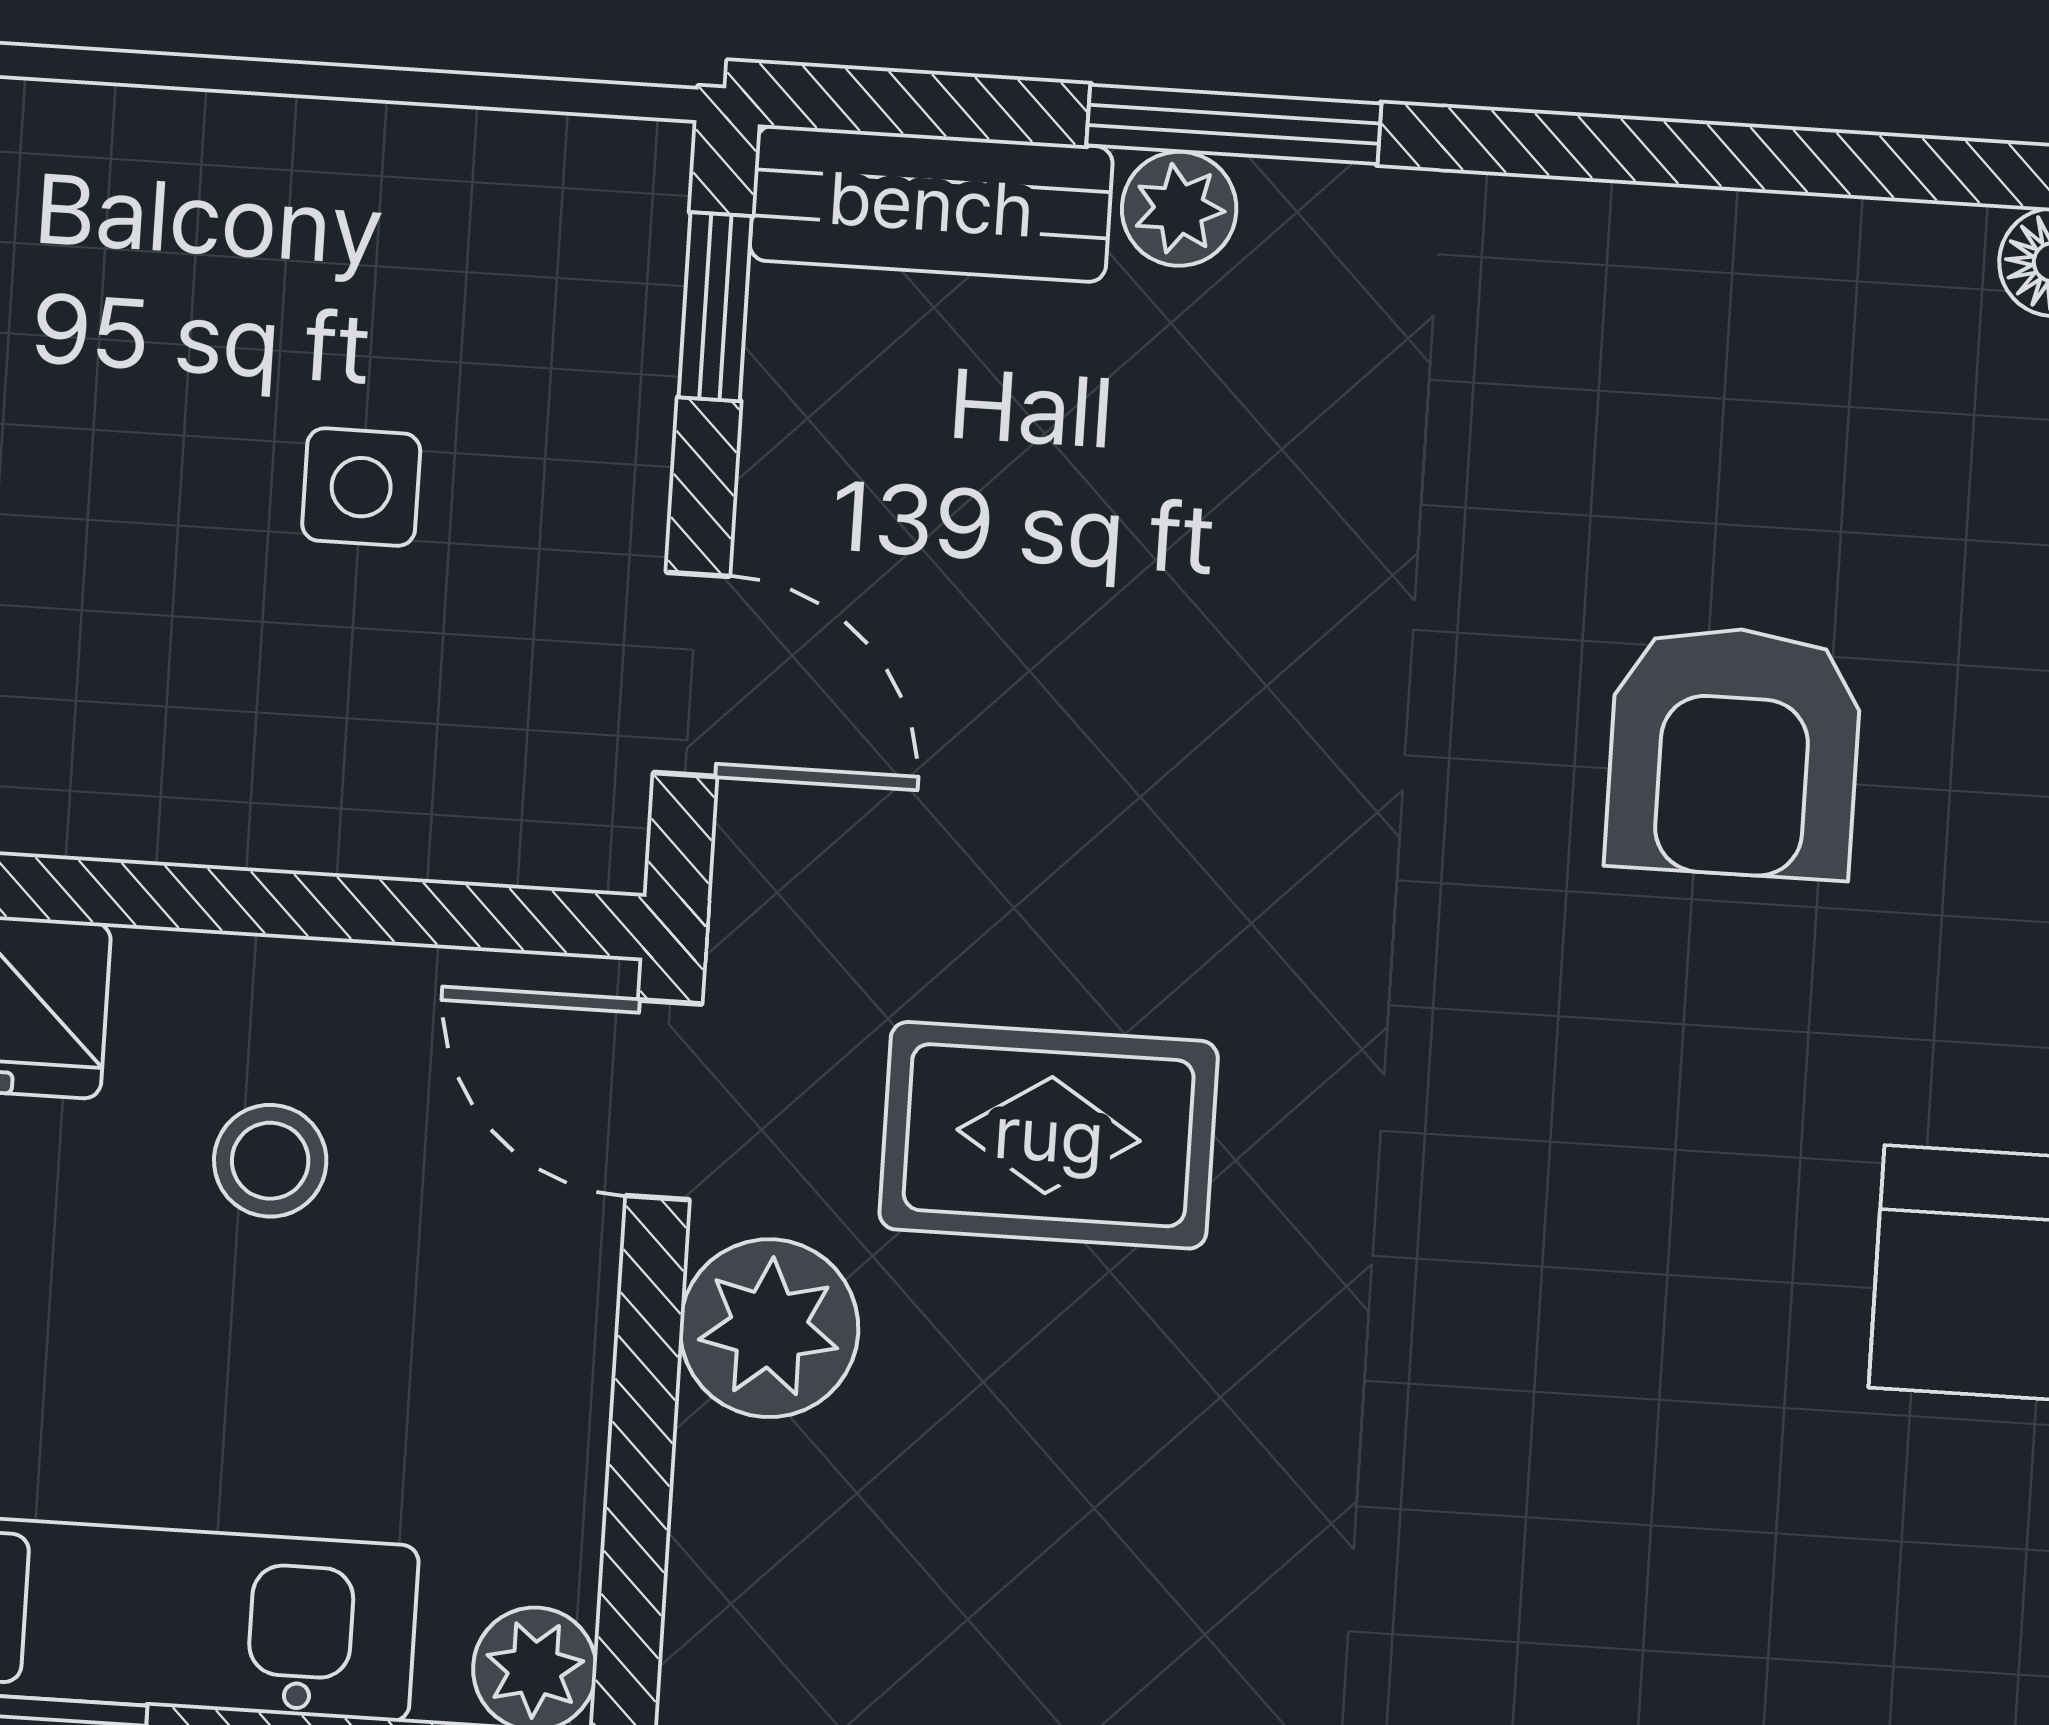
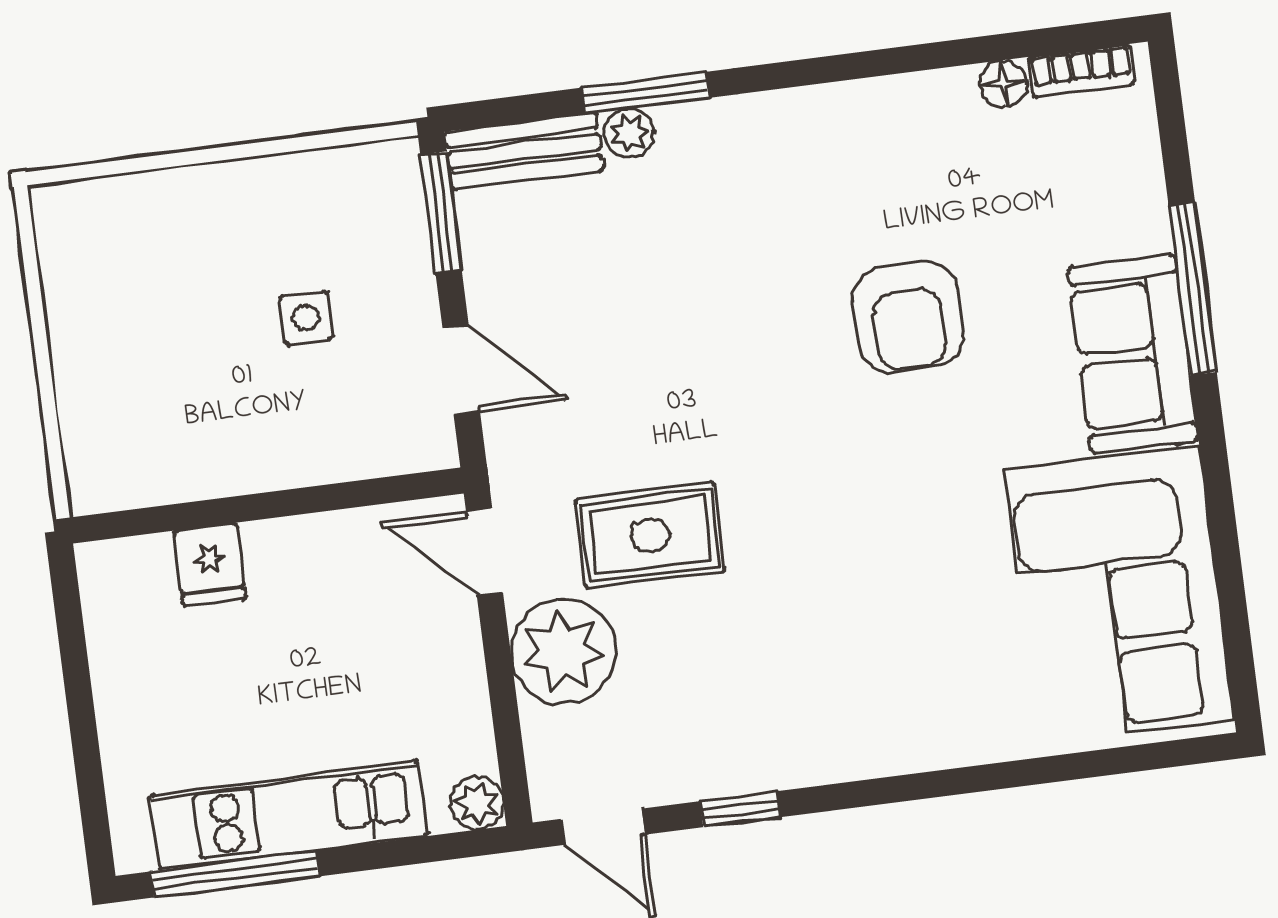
window: (715, 307) -> (441, 212), width x1.50
stool: (270, 1161) -> (323, 610), removed
plant: (769, 1328) -> (563, 652), width x1.36, depth x1.36

